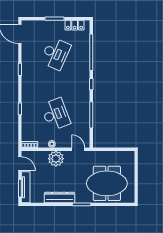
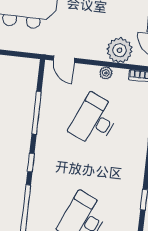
desk: (56, 114) -> (94, 120), turned 45
plant: (56, 159) -> (120, 50), moved

